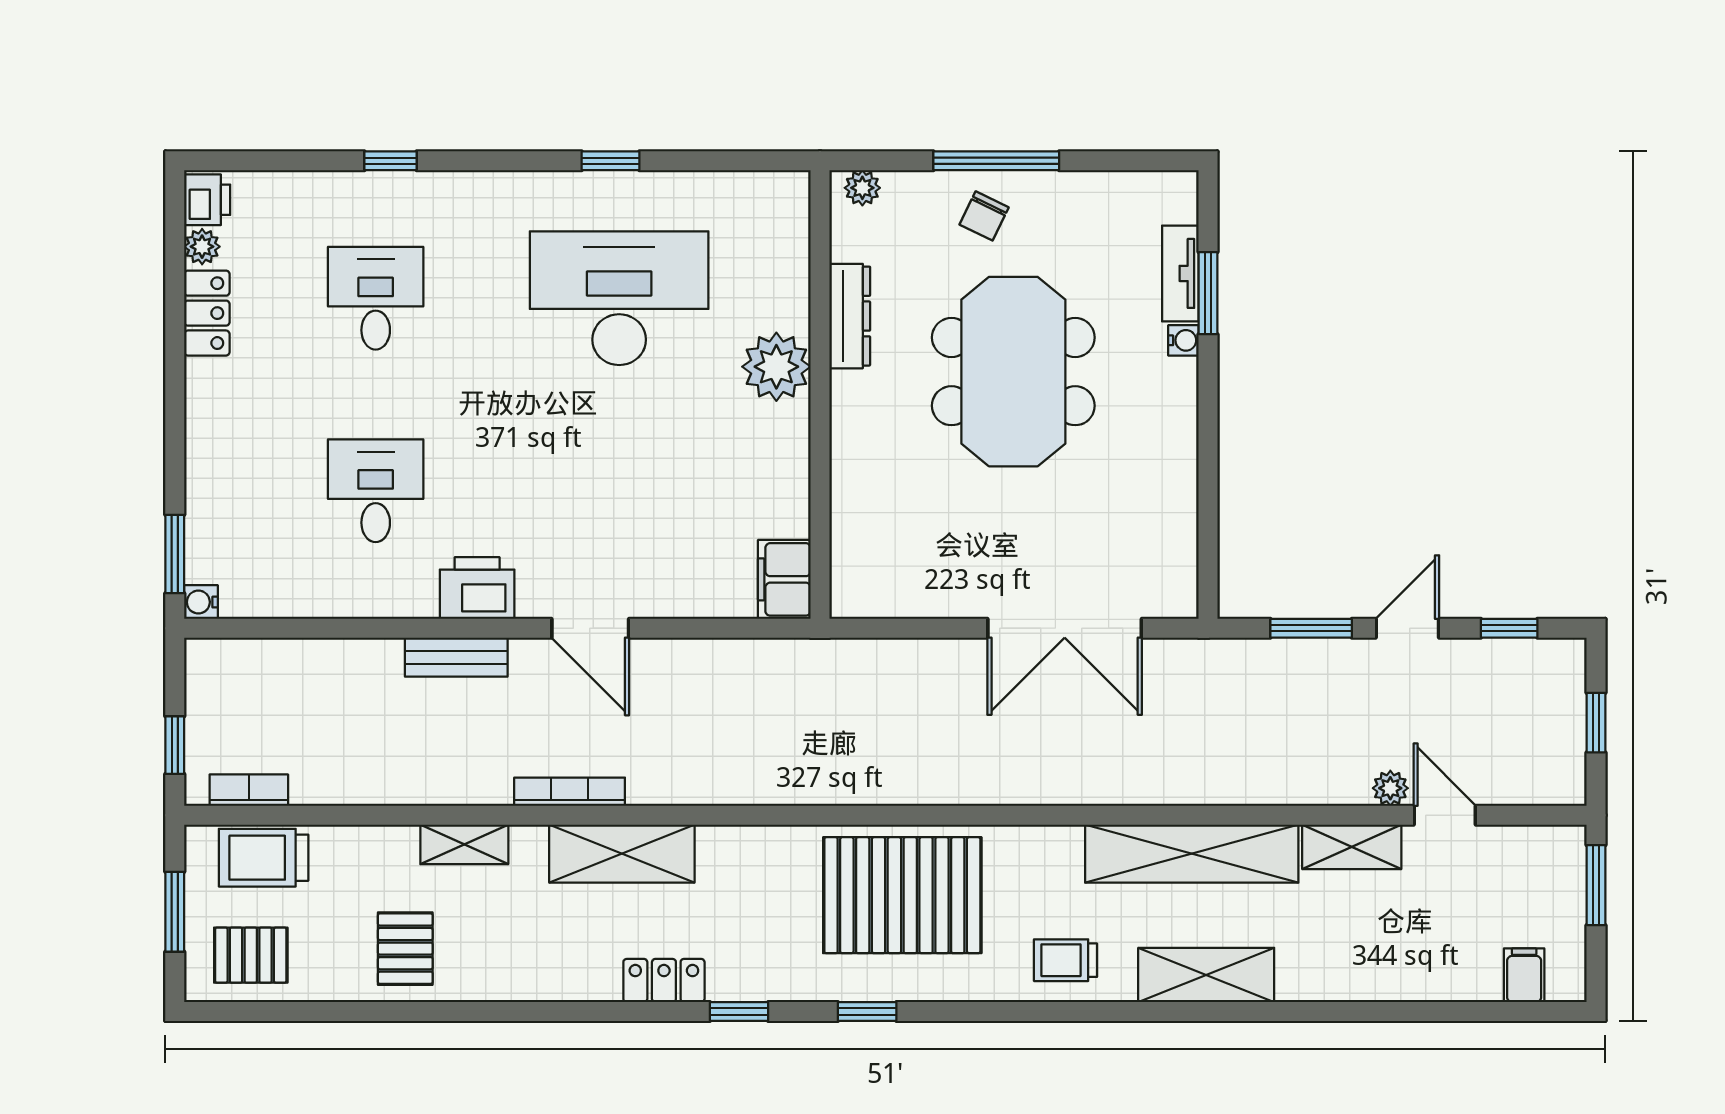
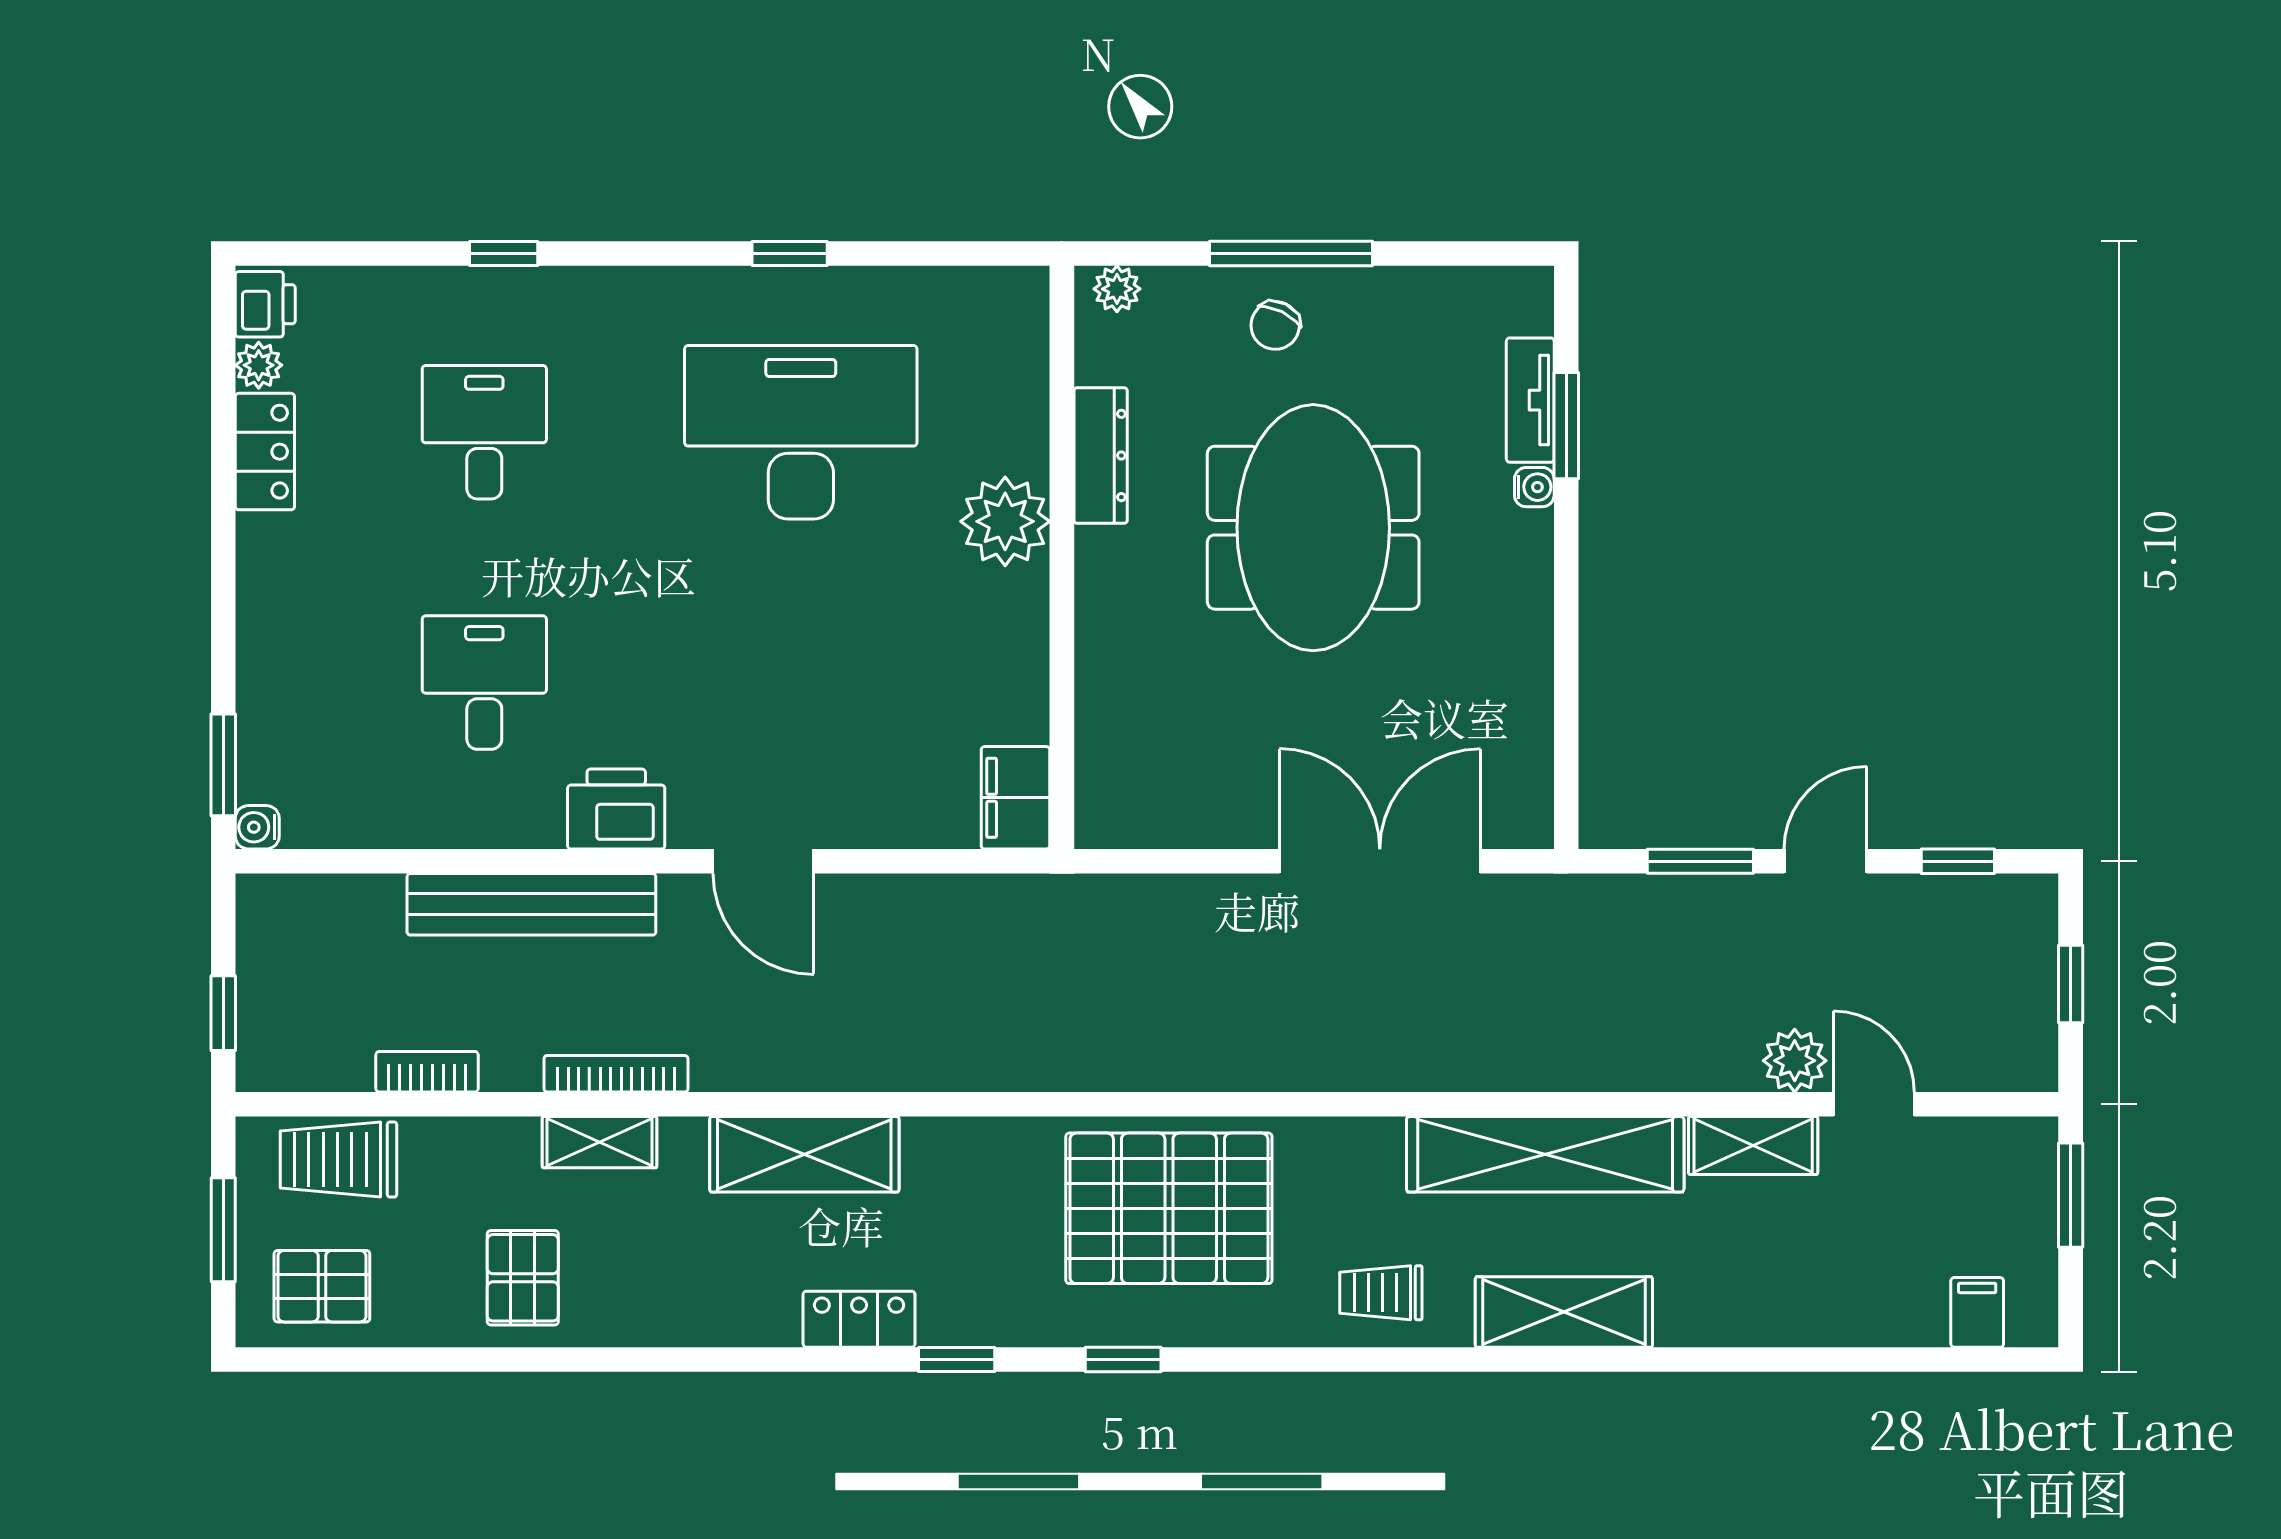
double door: (1065, 628) -> (1380, 861), swing flipped
bench: (456, 657) -> (531, 904), width x1.86, depth x1.21
plant: (1390, 788) -> (1795, 1061), width x1.38, depth x1.38
bookcase: (249, 790) -> (427, 1072), moved
bookcase: (570, 792) -> (616, 1074), moved

